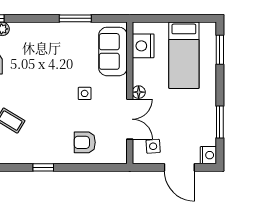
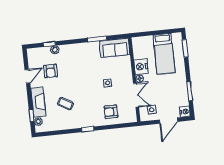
nightstand: (143, 46) -> (141, 67), moved
sofa: (113, 51) -> (115, 48), moved, turned -90
door: (179, 167) -> (169, 121), hinge flipped

